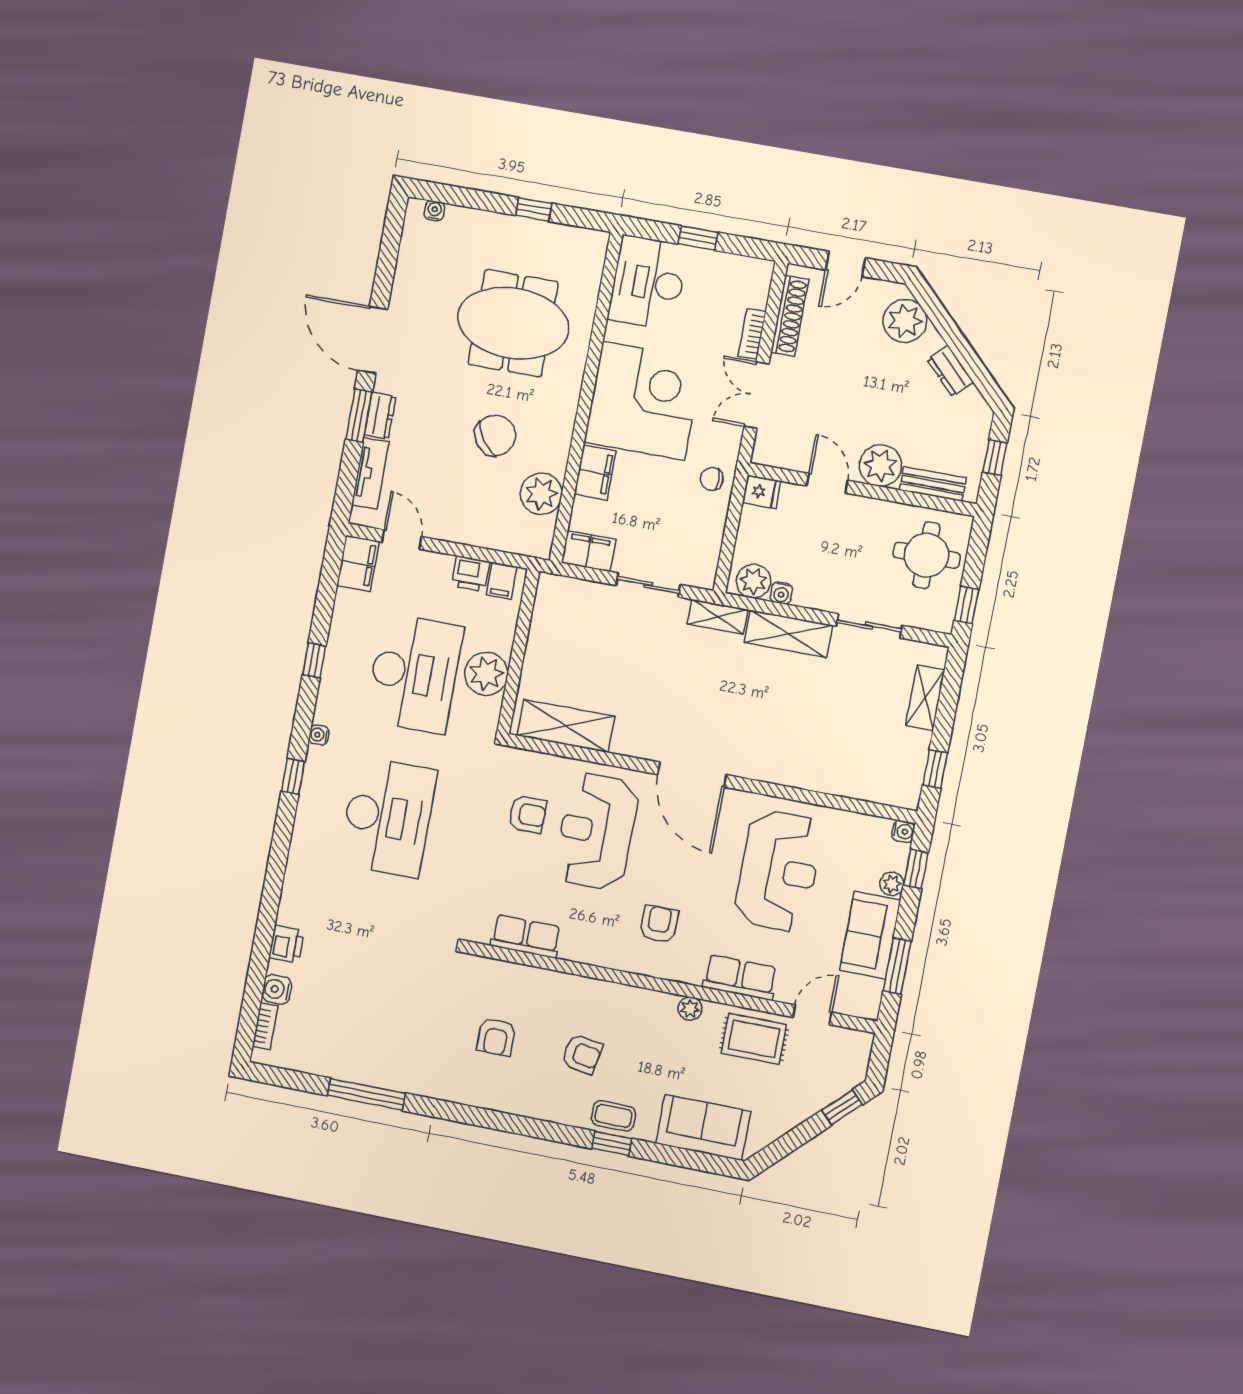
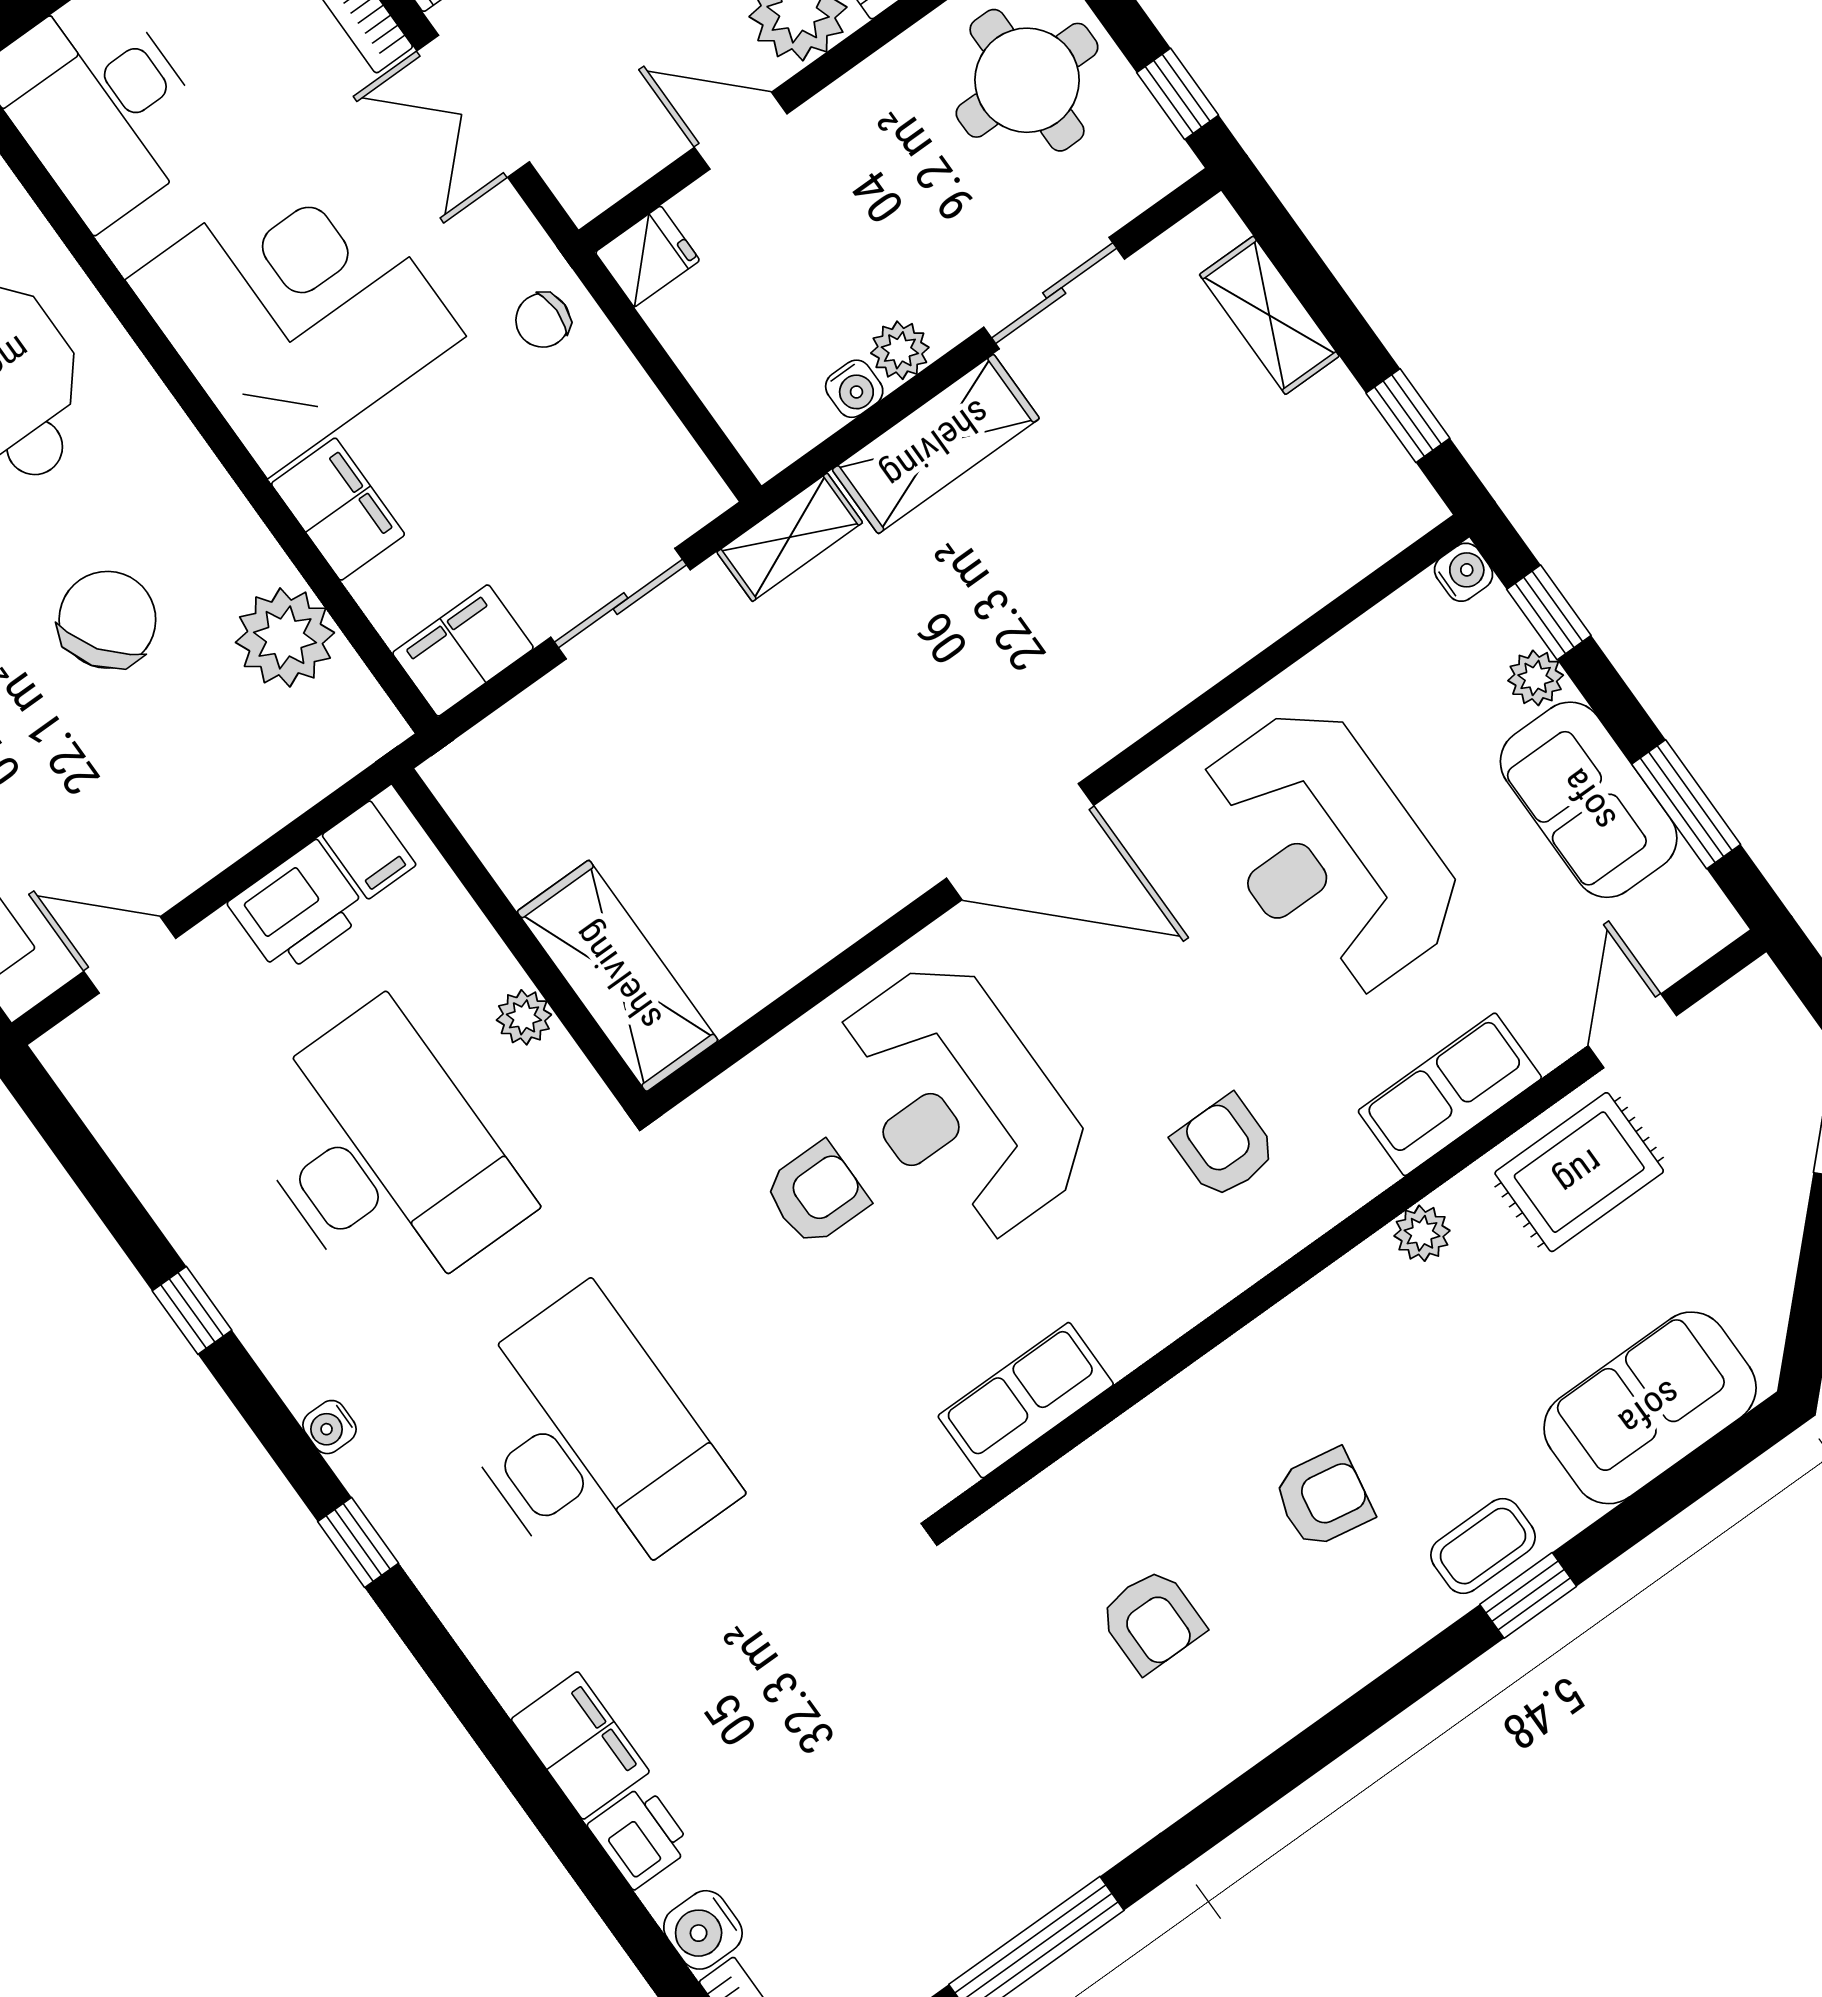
filing cabinet: (358, 563) -> (580, 1746), moved
printer: (471, 574) -> (298, 908), width x1.36, depth x1.24
plant: (753, 581) -> (900, 350), moved, width x0.73, depth x0.73
plant: (486, 674) -> (524, 1017), width x0.53, depth x0.53
shelving: (566, 726) -> (618, 976), moved, turned 90
reception desk: (778, 871) -> (1328, 851), turned 180

